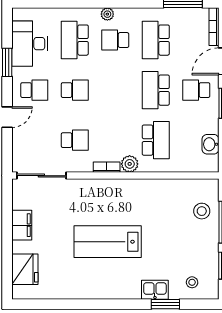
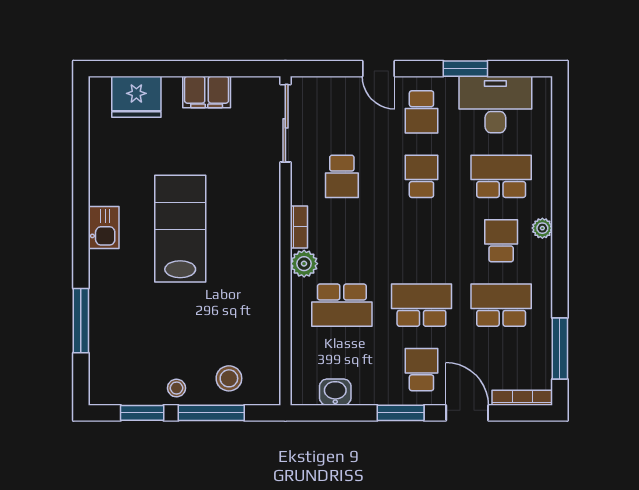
school desk: (75, 90) -> (421, 176), turned 180
stool: (192, 282) -> (176, 388), moved
kitchen sink: (155, 290) -> (104, 227), moved
window: (165, 304) -> (81, 321), width x1.44

